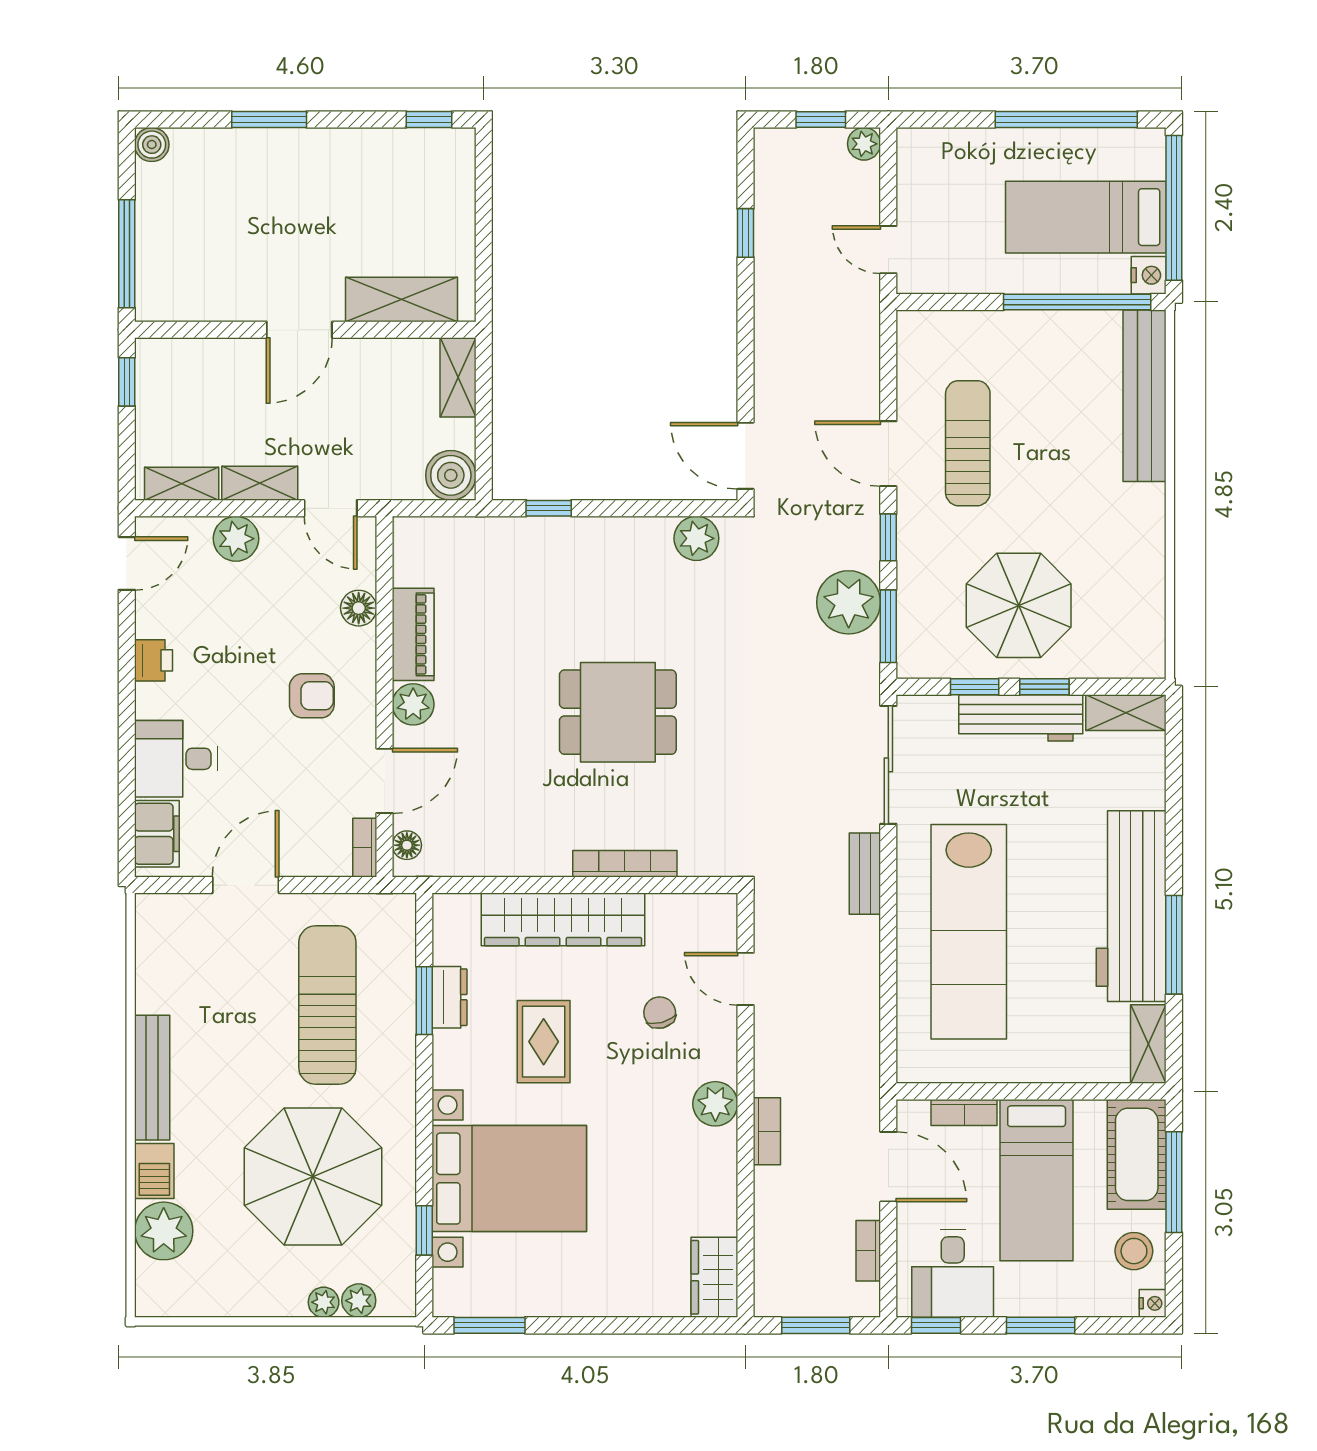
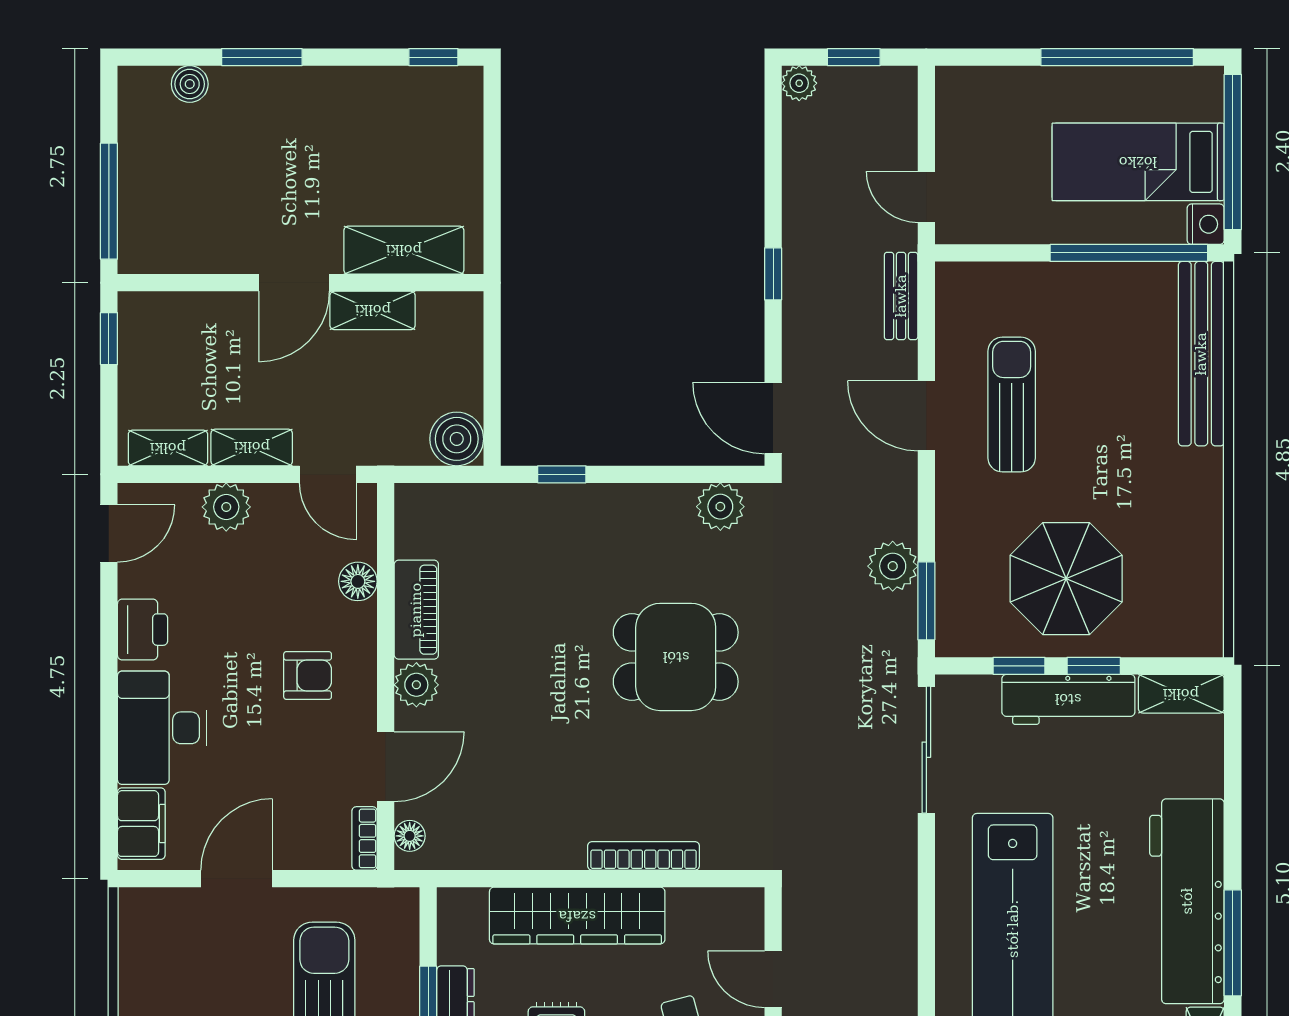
plant: (864, 144) -> (799, 83), moved
boiler: (152, 145) -> (190, 84), moved
window: (746, 233) -> (773, 274), moved
shelving: (458, 377) -> (373, 310), moved, turned 90
window: (888, 537) -> (926, 506), removed
plant: (849, 602) -> (893, 566), width x0.73, depth x0.73
printer: (153, 660) -> (143, 630), width x1.36, depth x1.24
dining table: (618, 712) -> (676, 657), moved
desk: (176, 759) -> (162, 728), width x1.37
bench: (865, 874) -> (901, 296), moved

